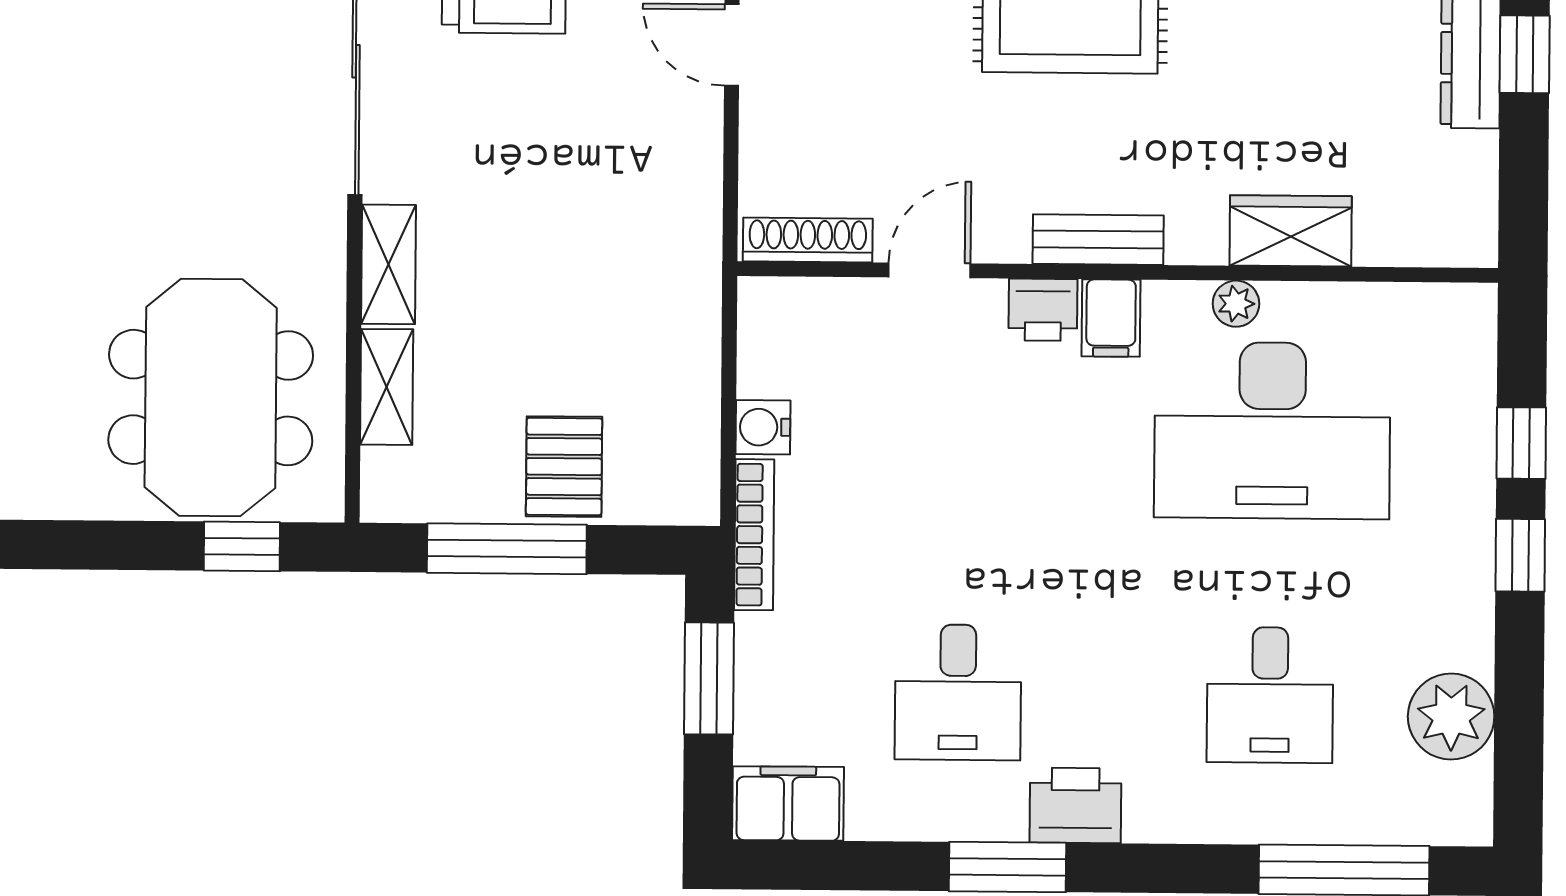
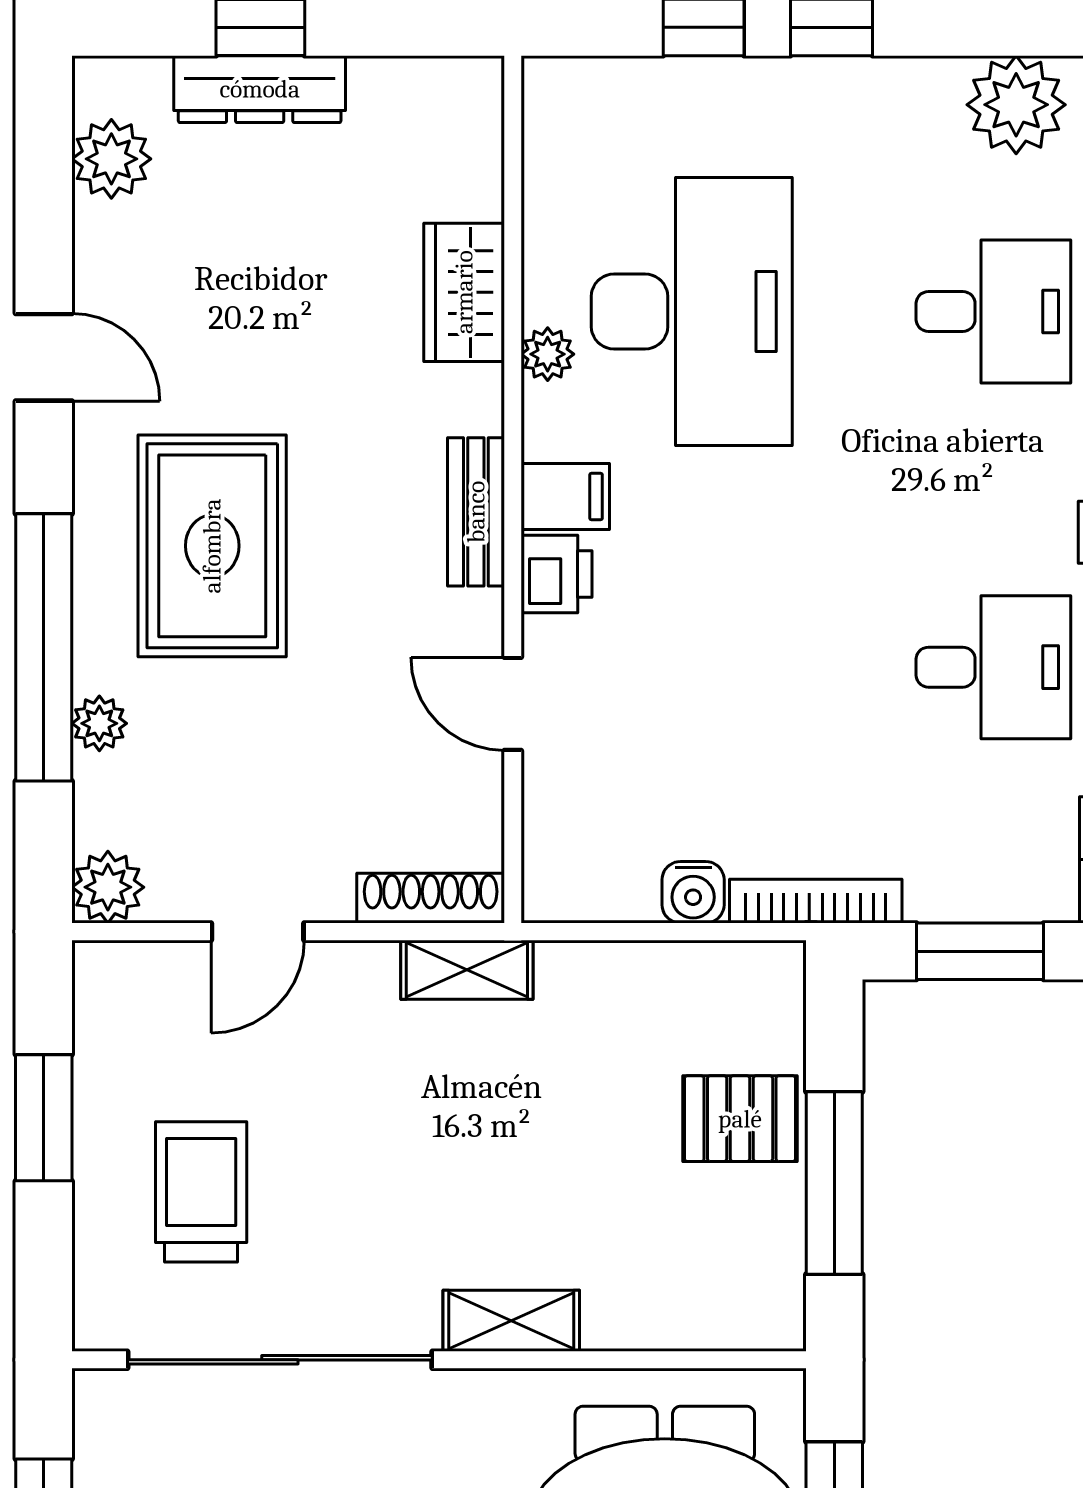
shoe rack: (808, 240) -> (431, 898), moved, turned 90
shelving: (387, 387) -> (467, 970), moved

